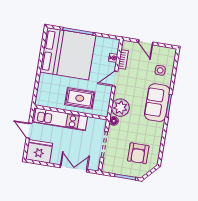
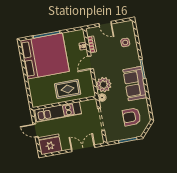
sofa: (157, 103) -> (135, 84), moved
armchair: (138, 153) -> (132, 117), turned 90

